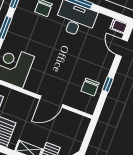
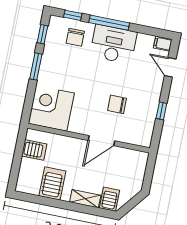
chair: (90, 87) -> (117, 104), moved, turned 90

